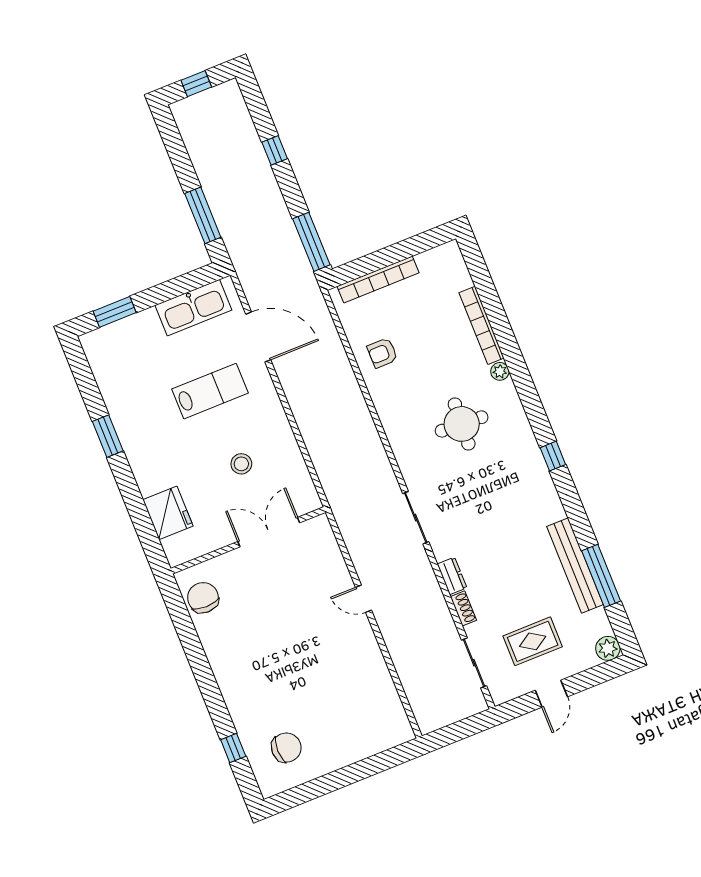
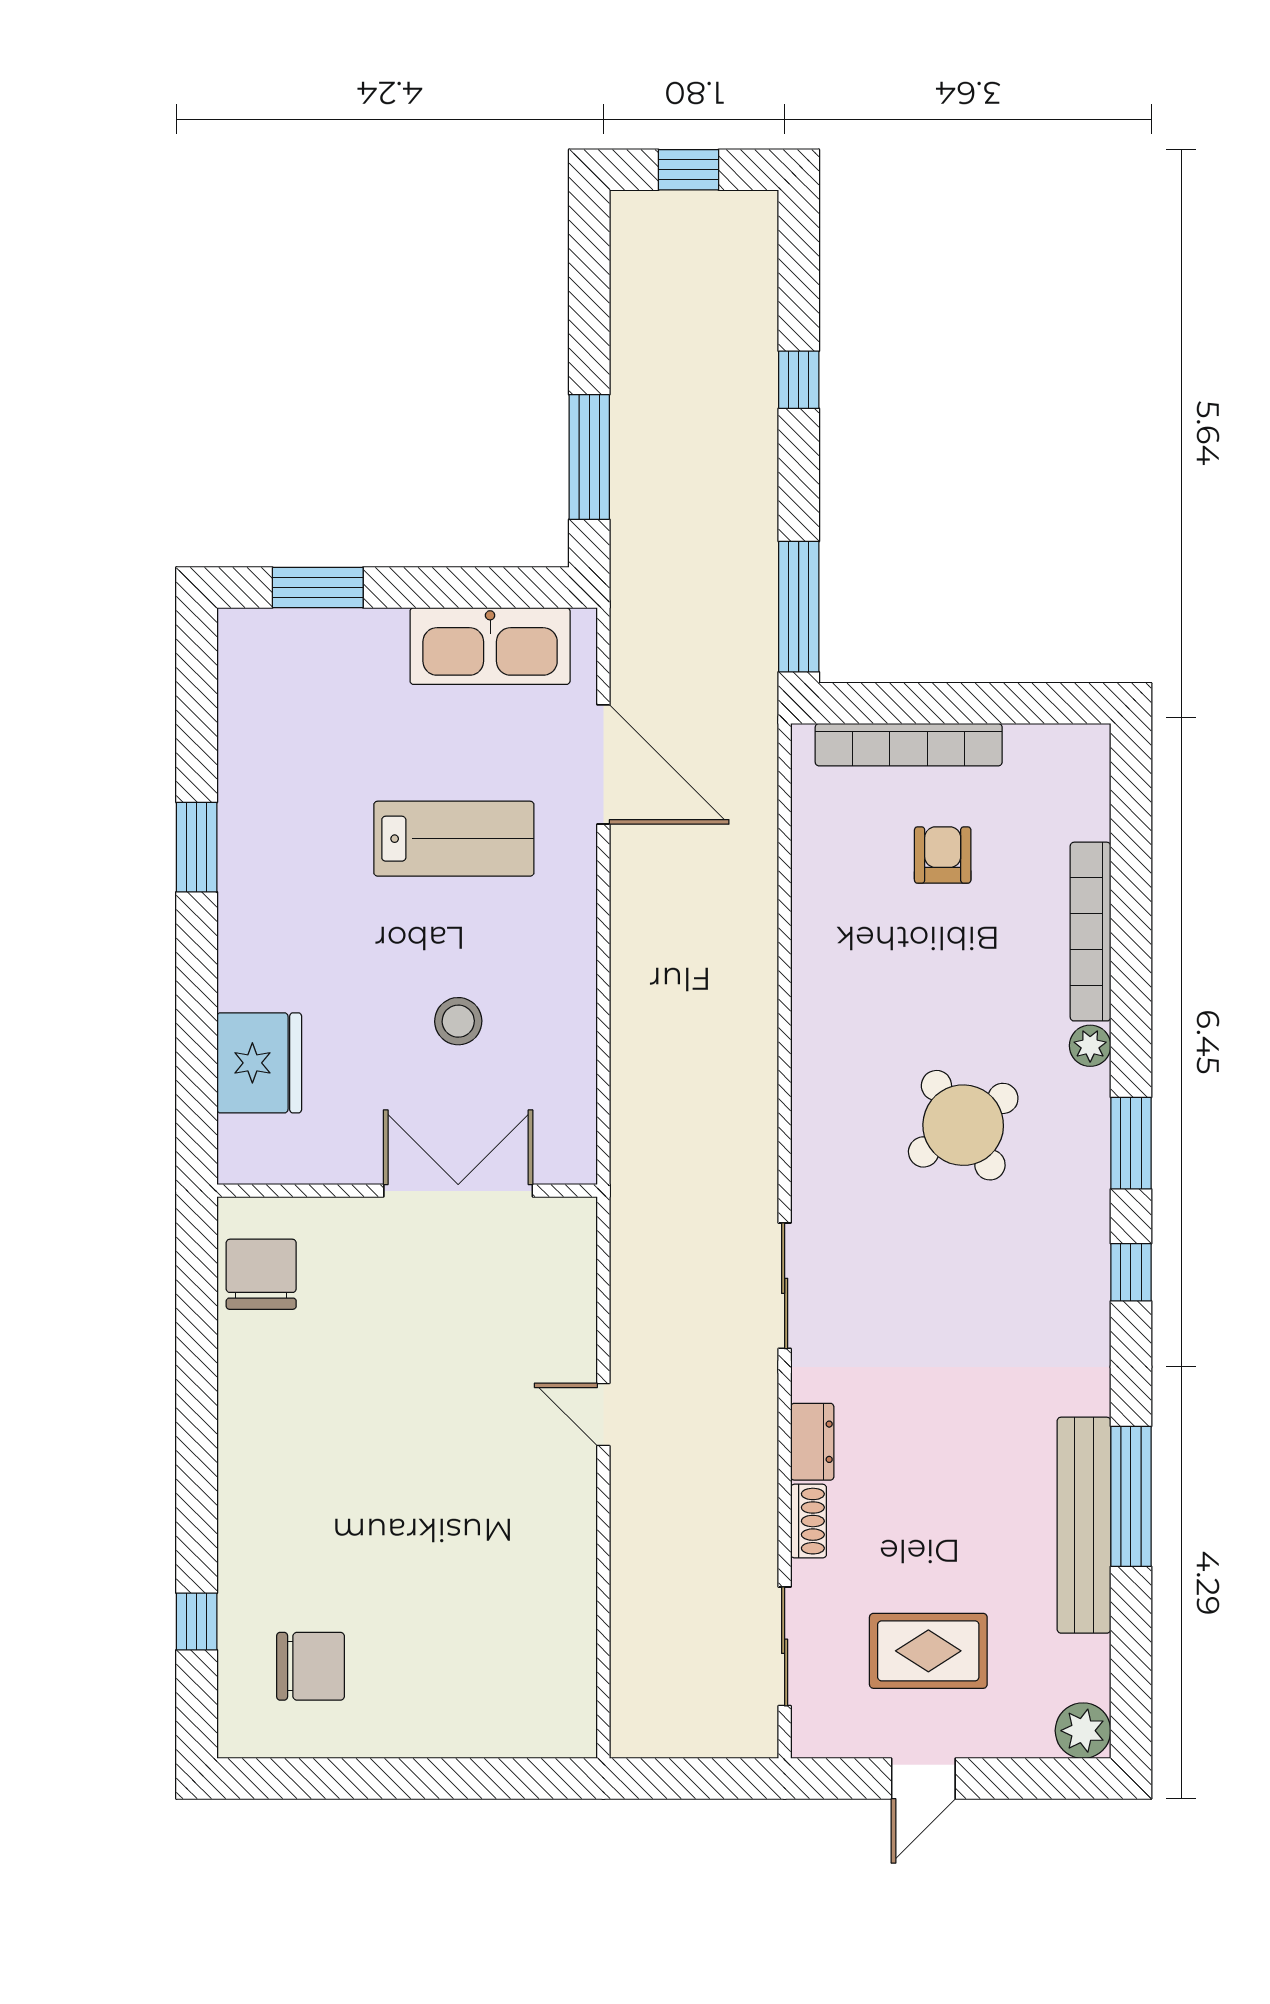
armchair: (382, 353) -> (943, 855), moved, turned 90
window: (532, 404) -> (1131, 1143), added
round table: (462, 424) -> (963, 1125), turned -37
window: (601, 576) -> (1131, 1496), moved

